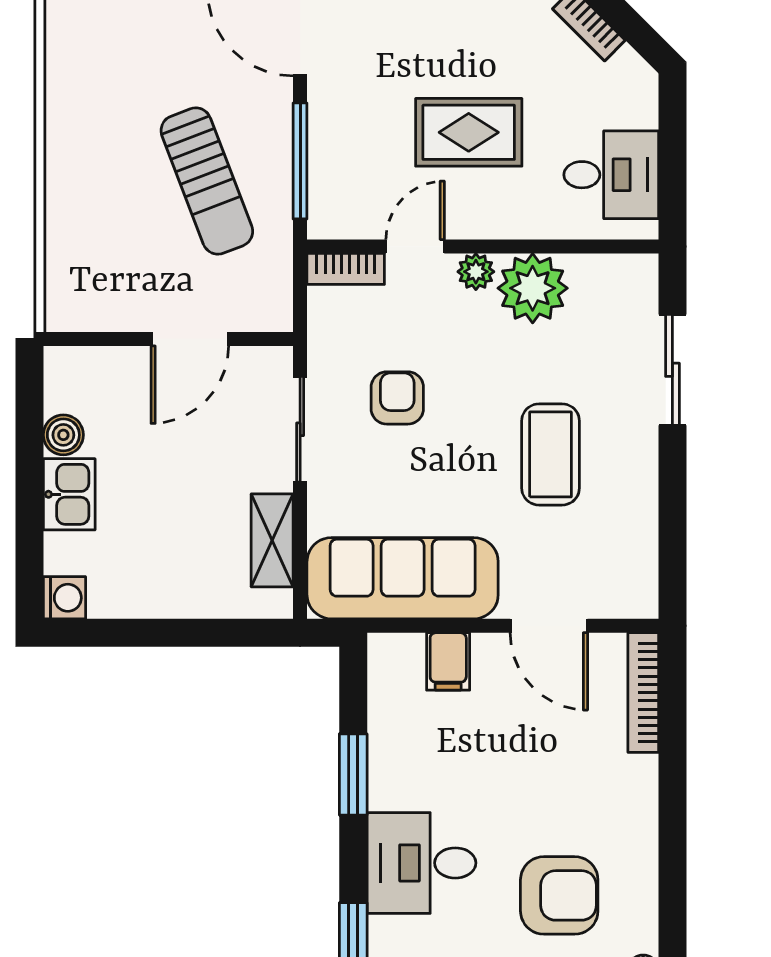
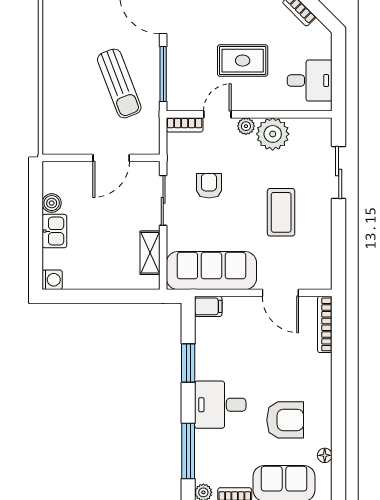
filing cabinet: (448, 661) -> (208, 306), moved, turned -90

